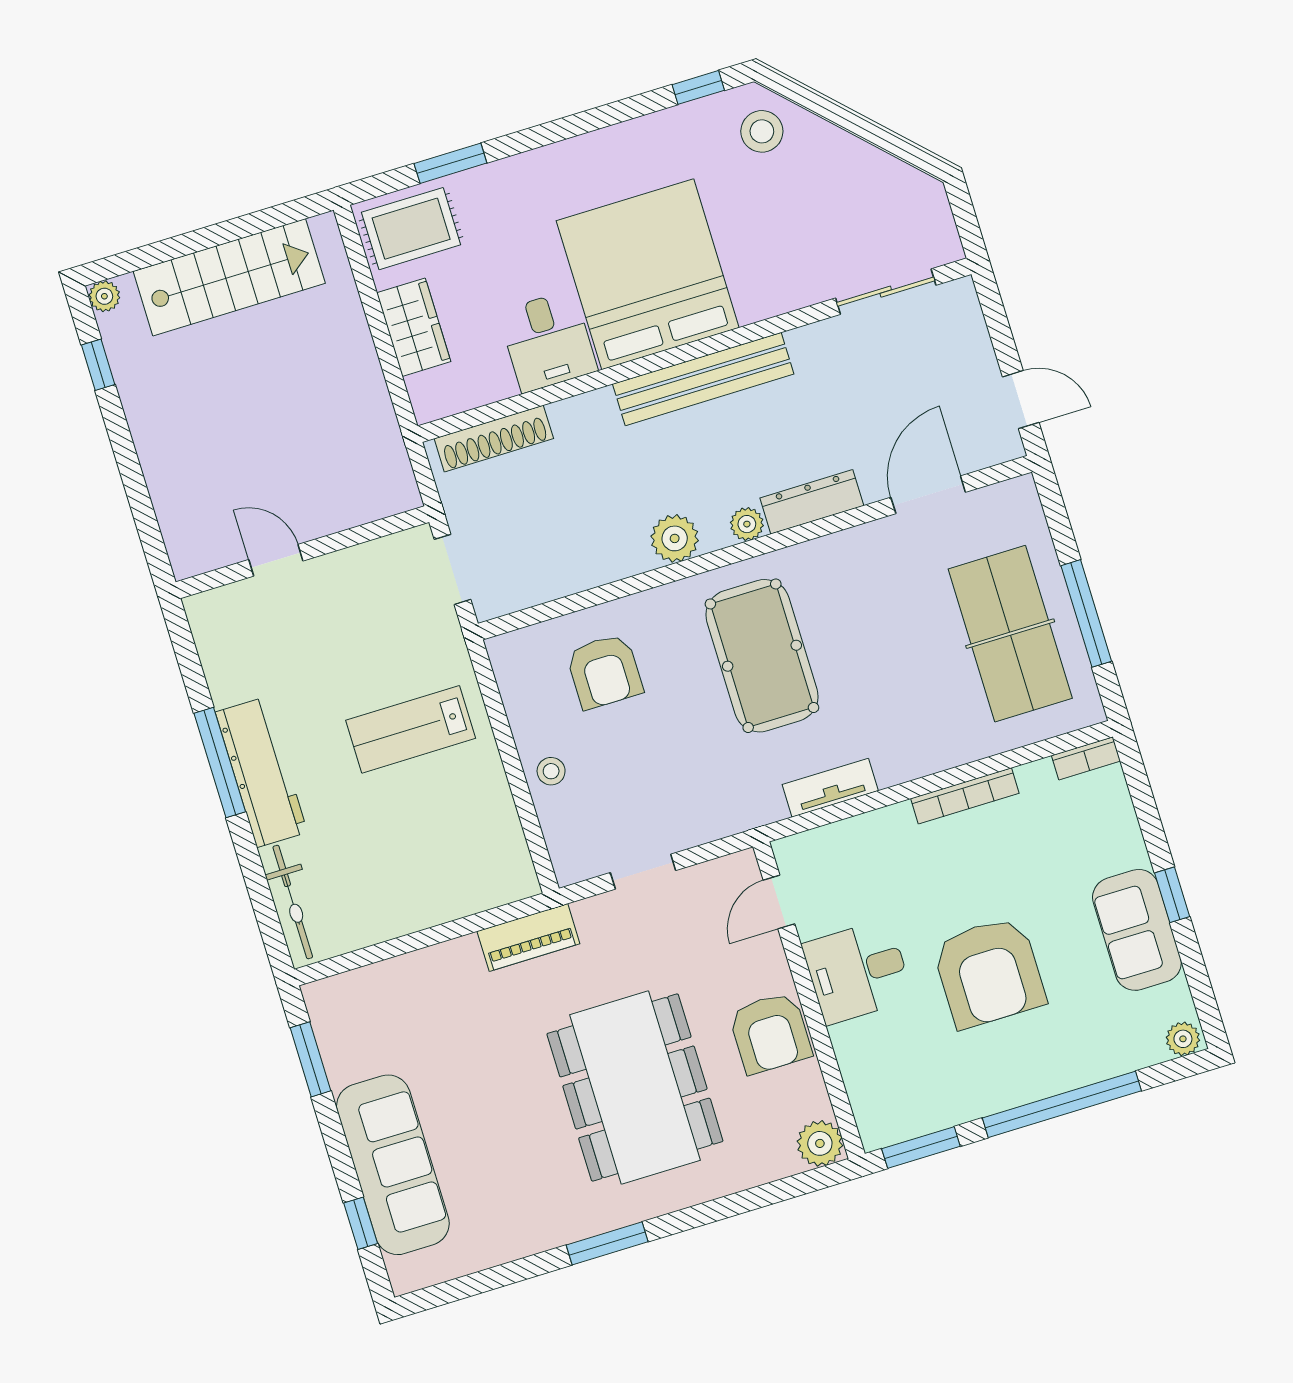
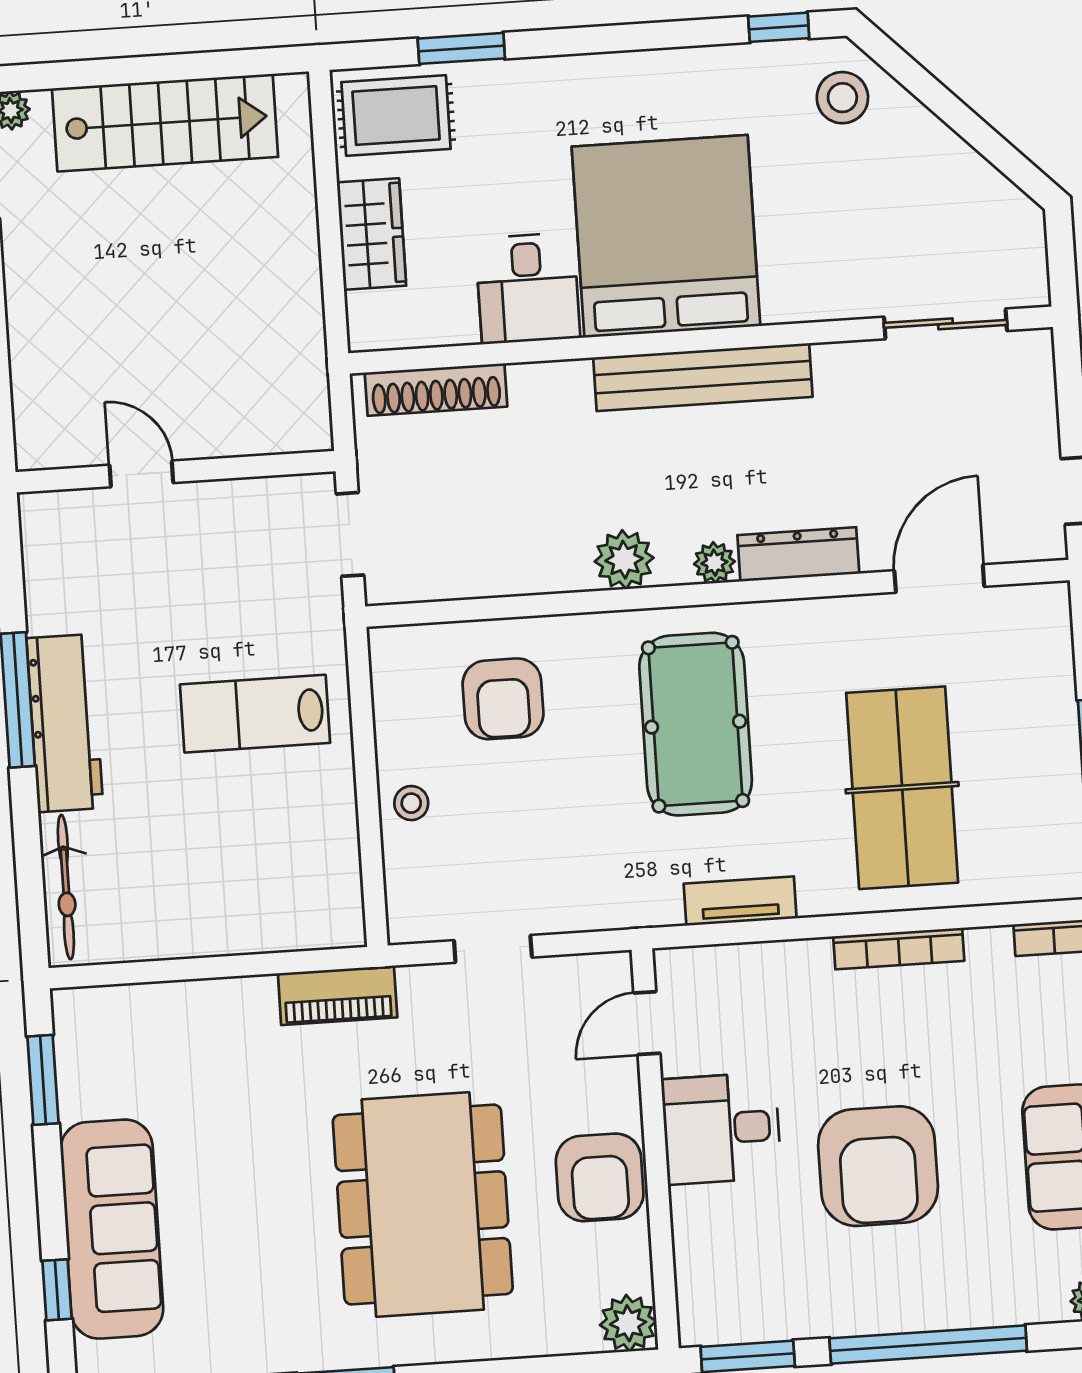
table tennis table: (1010, 634) -> (902, 788), moved

